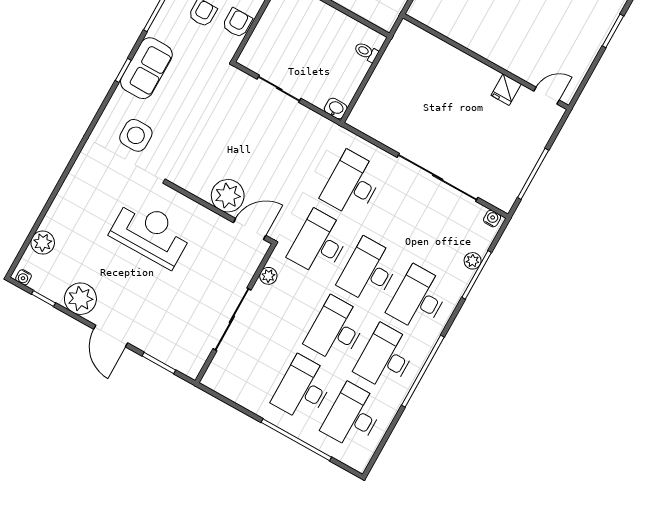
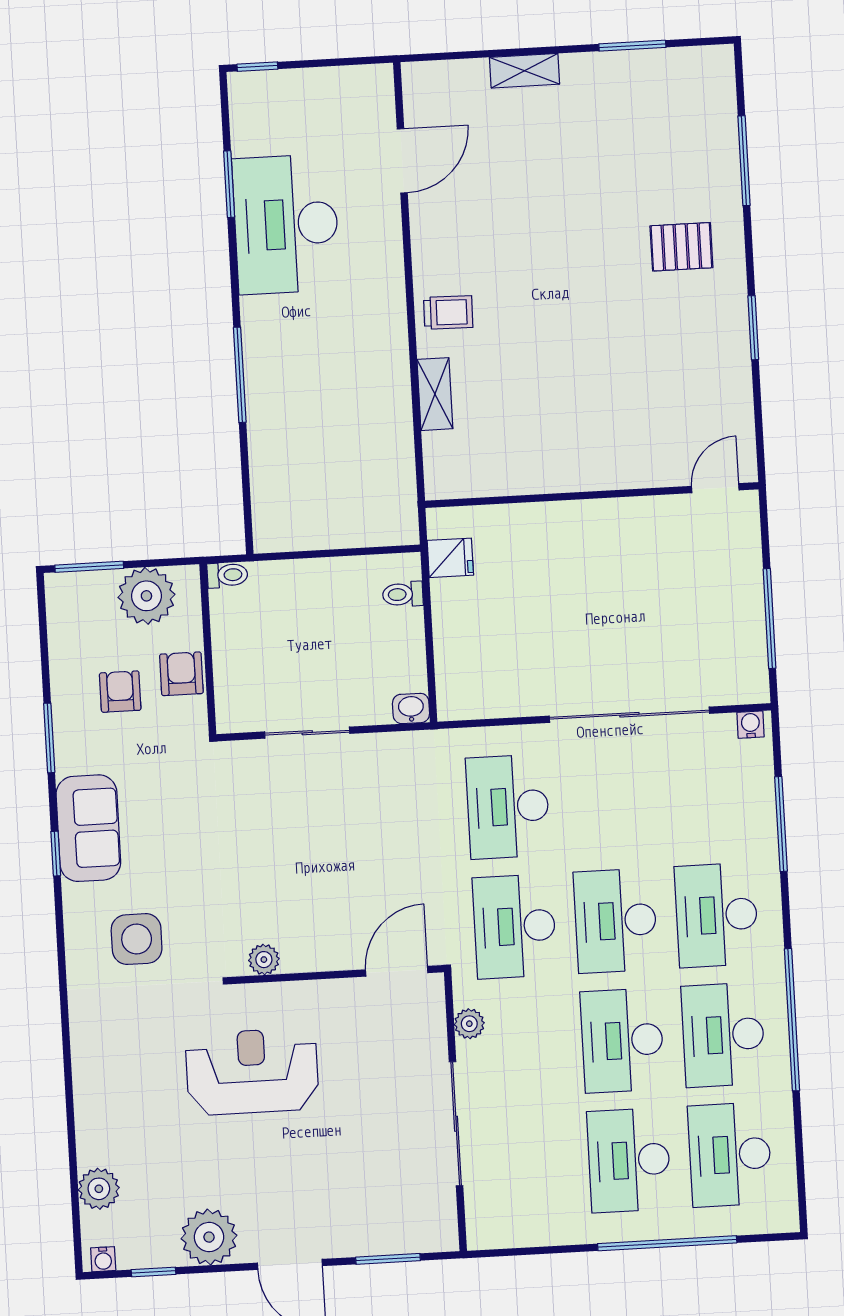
fridge: (506, 90) -> (450, 558), moved, turned -90
plant: (228, 196) -> (264, 960), moved, width x0.53, depth x0.53
plant: (473, 261) -> (762, 807), removed

